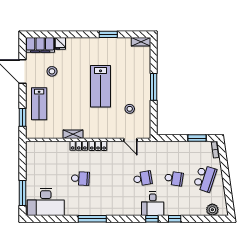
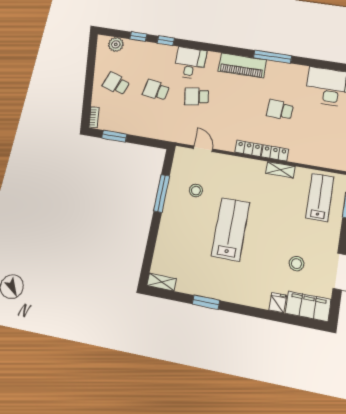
window: (154, 87) -> (162, 193), moved
lab bench: (39, 104) -> (320, 197), moved
school desk: (205, 178) -> (116, 84), width x0.54
piano: (113, 208) -> (242, 65), added
window: (152, 219) -> (138, 37), moved

